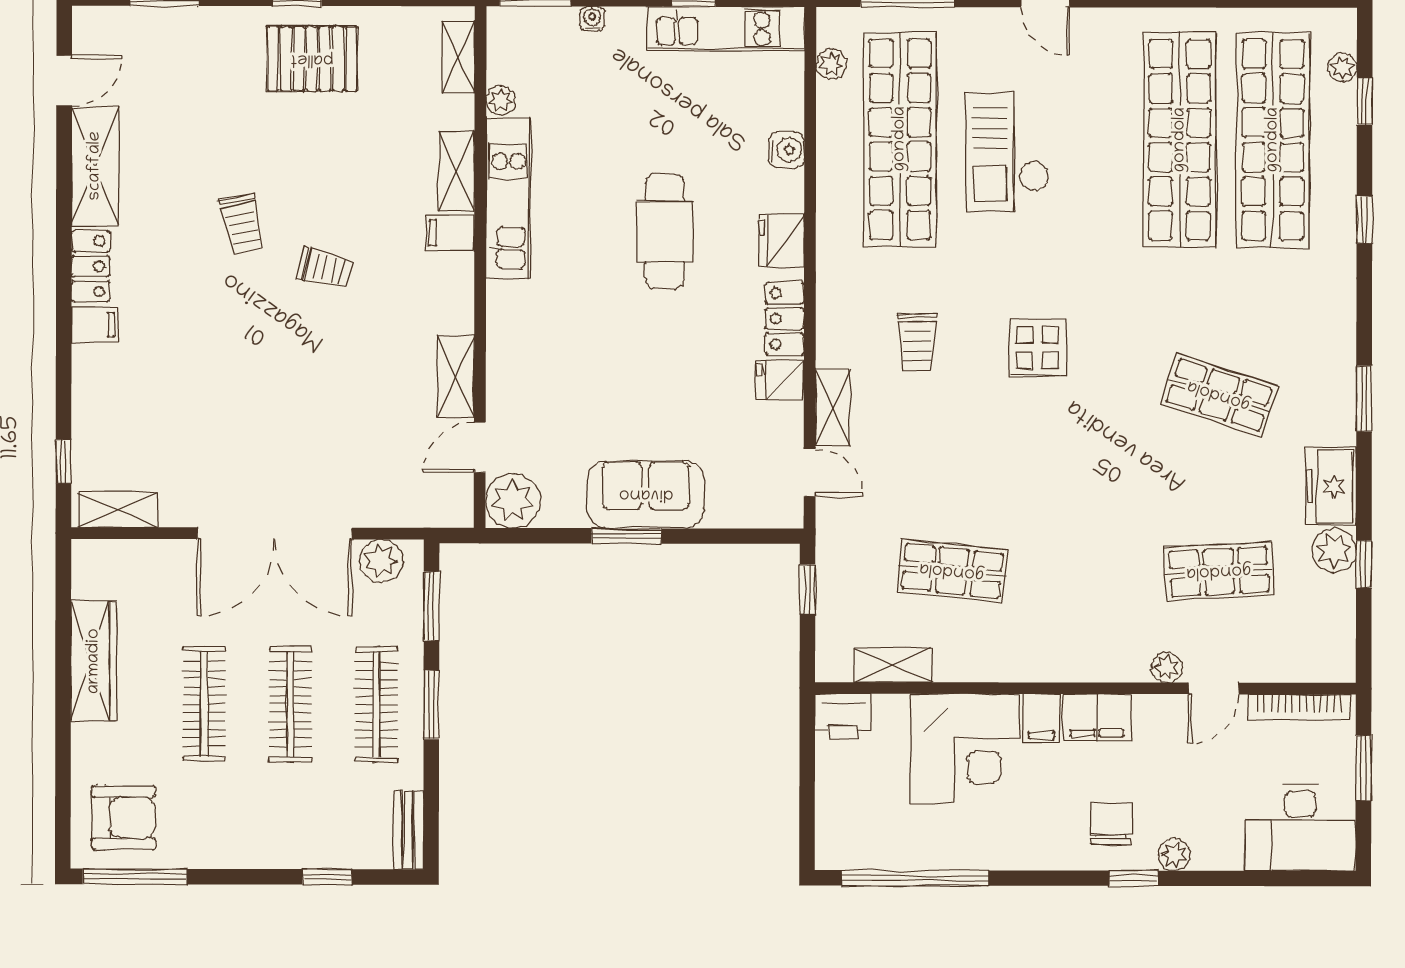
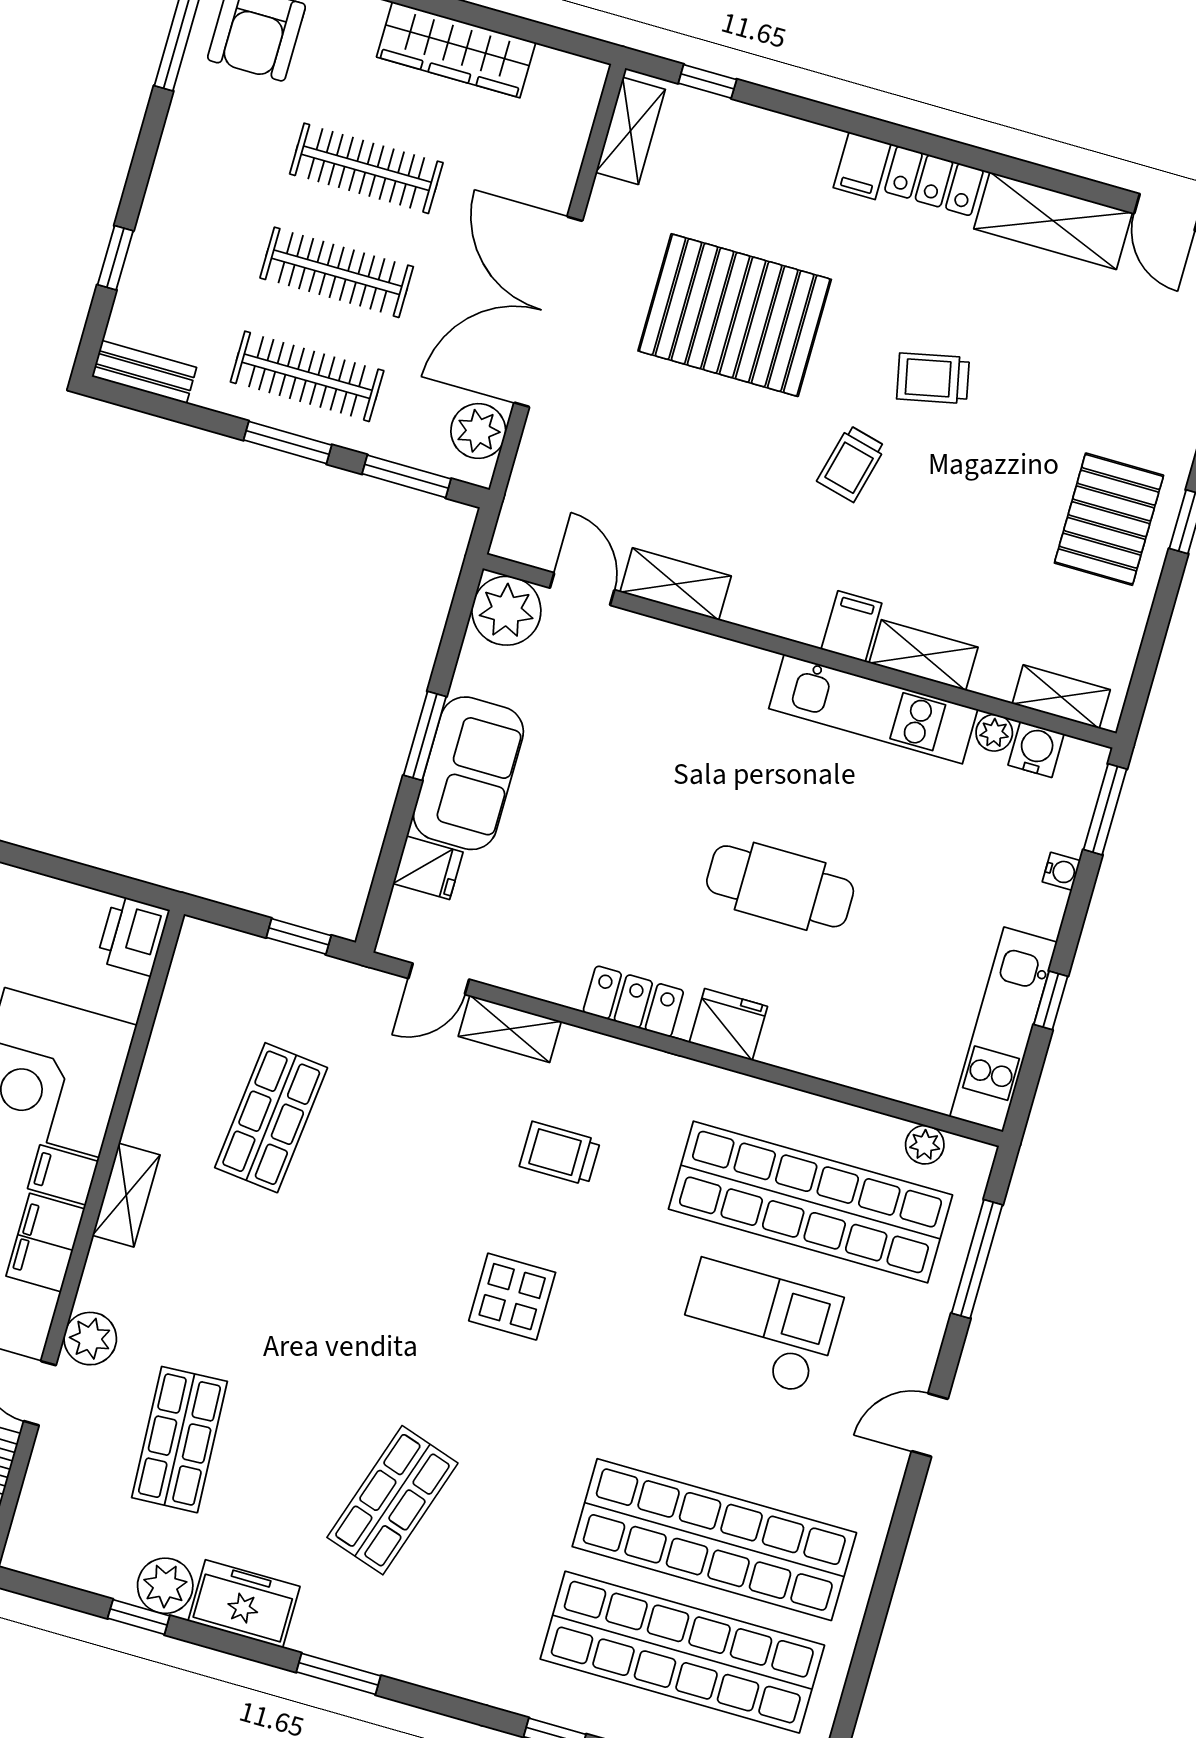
water cooler: (786, 150) -> (1036, 749), moved, turned 180
fridge: (781, 380) -> (428, 868), moved, turned 90
pallet: (237, 390) -> (735, 315), added
shelving: (893, 665) -> (126, 1195), moved
plant: (1167, 667) -> (90, 1339), width x1.38, depth x1.38

